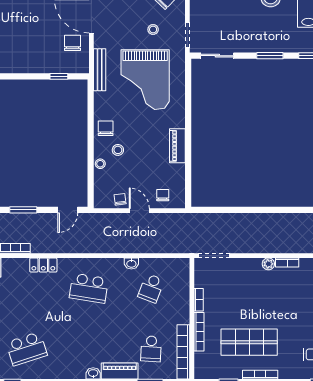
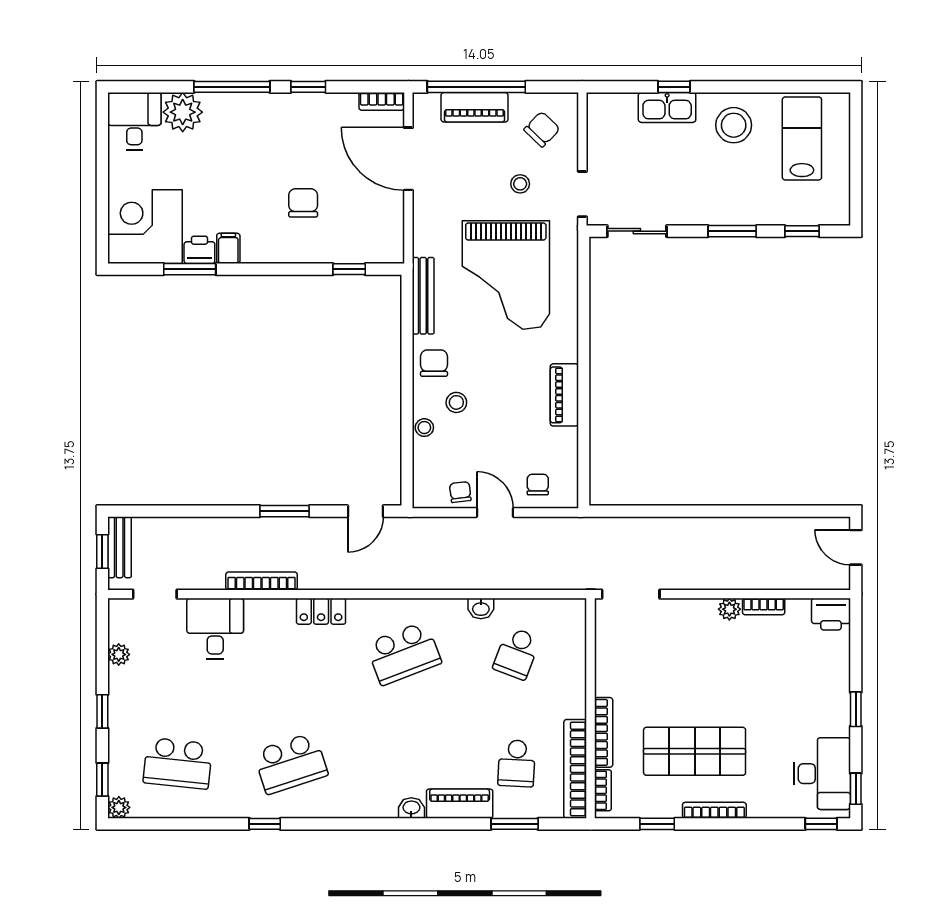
chair: (72, 43) -> (303, 203), moved
bench: (100, 70) -> (423, 296), moved
school desk: (89, 288) -> (404, 653), turned -30
bookcase: (199, 300) -> (603, 790), moved

